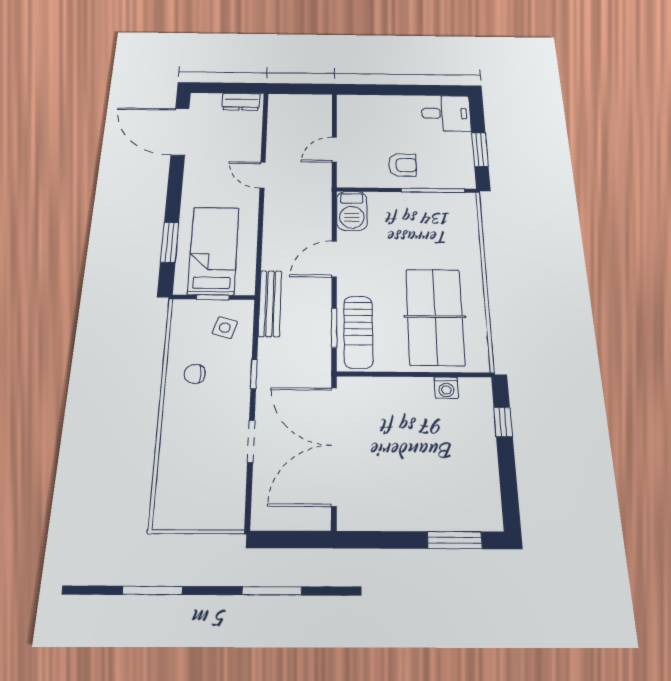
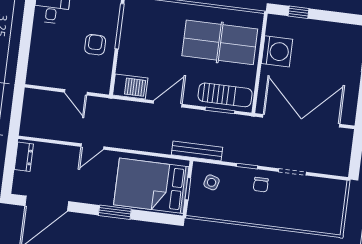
window: (170, 242) -> (115, 212), moved
bed: (214, 250) -> (151, 186), width x1.50
door: (334, 259) -> (168, 104), swing flipped
chair: (195, 374) -> (261, 185), moved
washing machine: (446, 388) -> (277, 51), width x1.89, depth x1.89
double door: (334, 446) -> (301, 121), swing flipped

